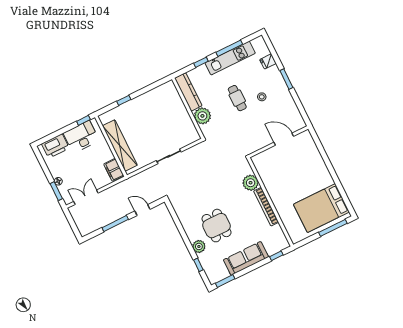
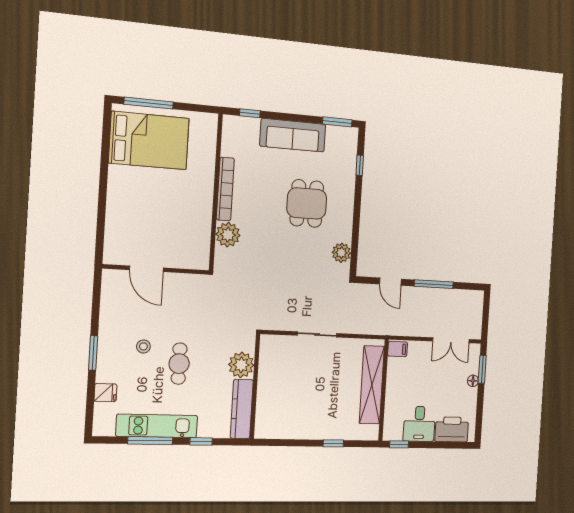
desk: (81, 137) -> (419, 424), width x0.73
filing cabinet: (114, 170) -> (398, 349), width x0.50
plant: (199, 246) -> (341, 253), moved

